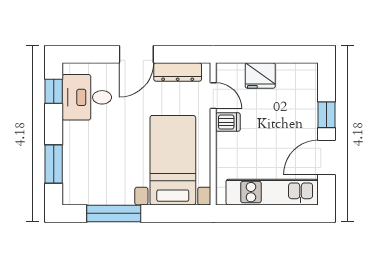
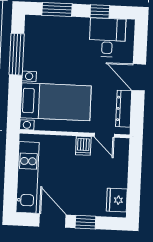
fridge: (260, 76) -> (117, 200), moved
window: (54, 91) -> (100, 12), moved
door: (213, 96) -> (104, 135), hinge flipped

